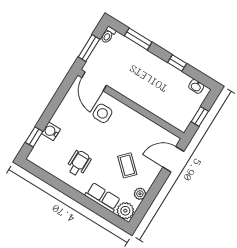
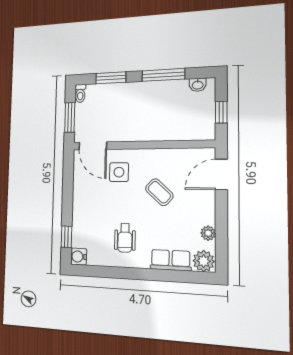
window: (177, 63) -> (163, 75), width x2.17
water cooler: (51, 131) -> (79, 257), moved
wheelchair: (79, 163) -> (125, 238), turned 180
coffee table: (127, 165) -> (159, 192), moved

